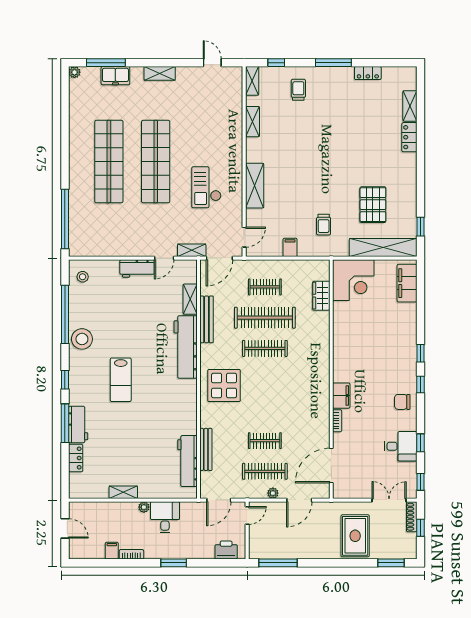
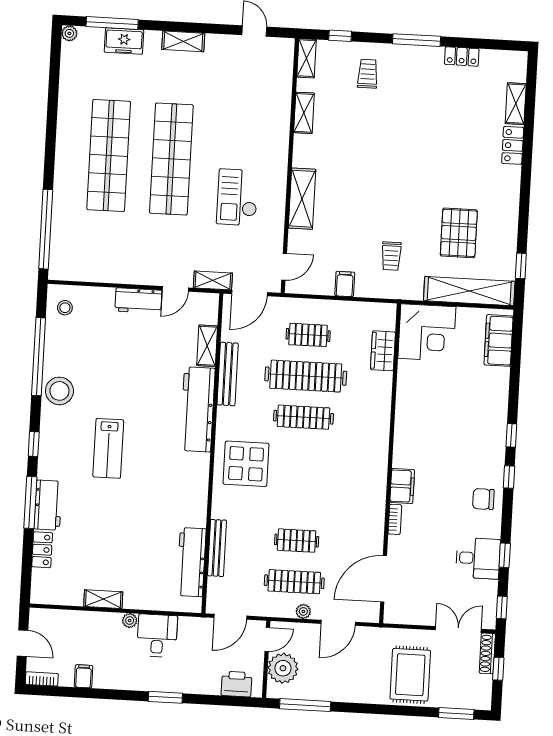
plant: (260, 536) -> (283, 668), added
bookcase: (131, 554) -> (42, 679), moved

